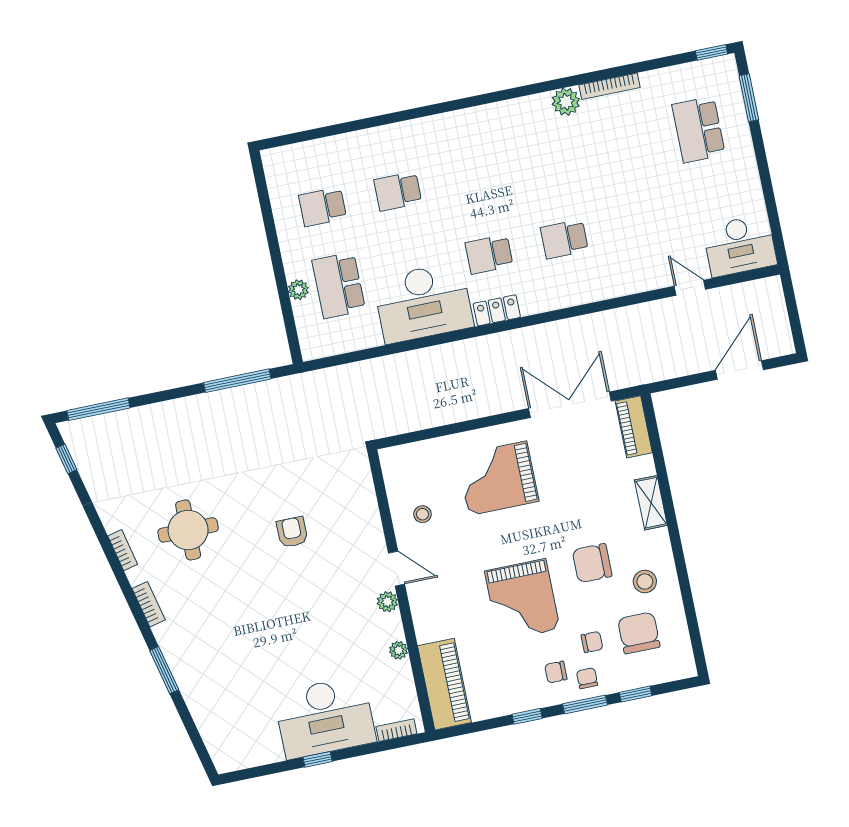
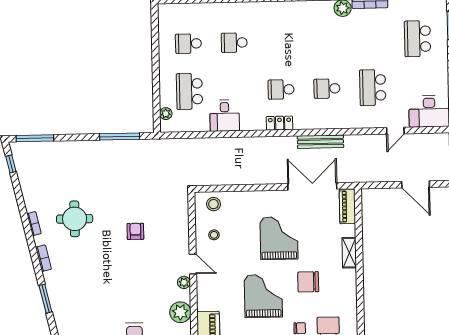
school desk: (639, 224) -> (373, 88), added
door: (690, 288) -> (395, 131), swing flipped
plant: (298, 290) -> (166, 114), moved
desk: (423, 303) -> (225, 116), width x0.53, depth x0.77
bench: (570, 329) -> (320, 142), added
door: (739, 370) -> (416, 184), swing flipped
grand piano: (498, 478) -> (279, 238), moved, turned 90
stool: (645, 582) -> (213, 204), moved
grand piano: (522, 600) -> (263, 296), turned 180
plant: (399, 650) -> (180, 312), width x1.88, depth x1.88

